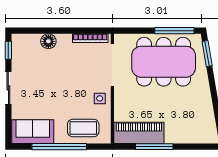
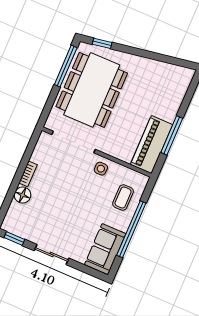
bookcase: (90, 38) -> (28, 174), moved, width x0.64
window: (207, 54) -> (102, 43), width x0.67
coffee table: (83, 128) -> (123, 198), width x0.73, depth x0.77

